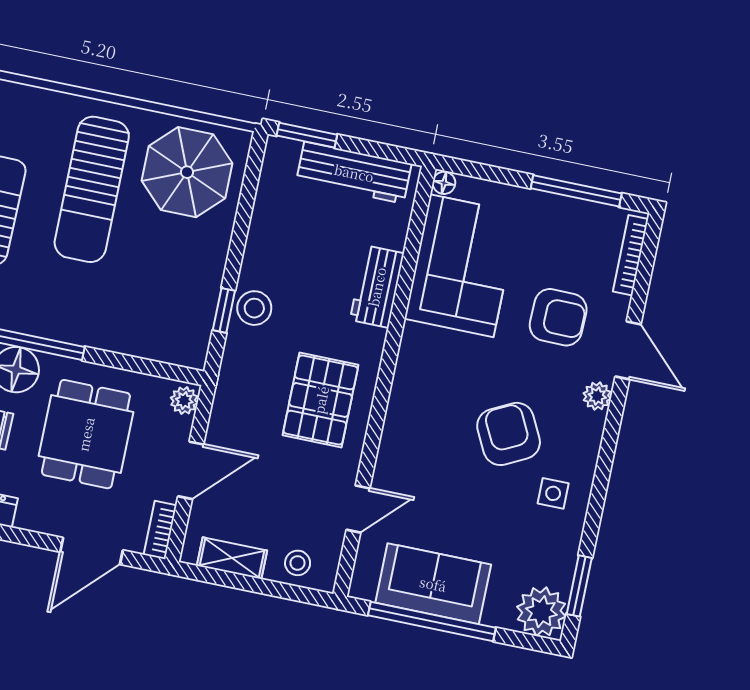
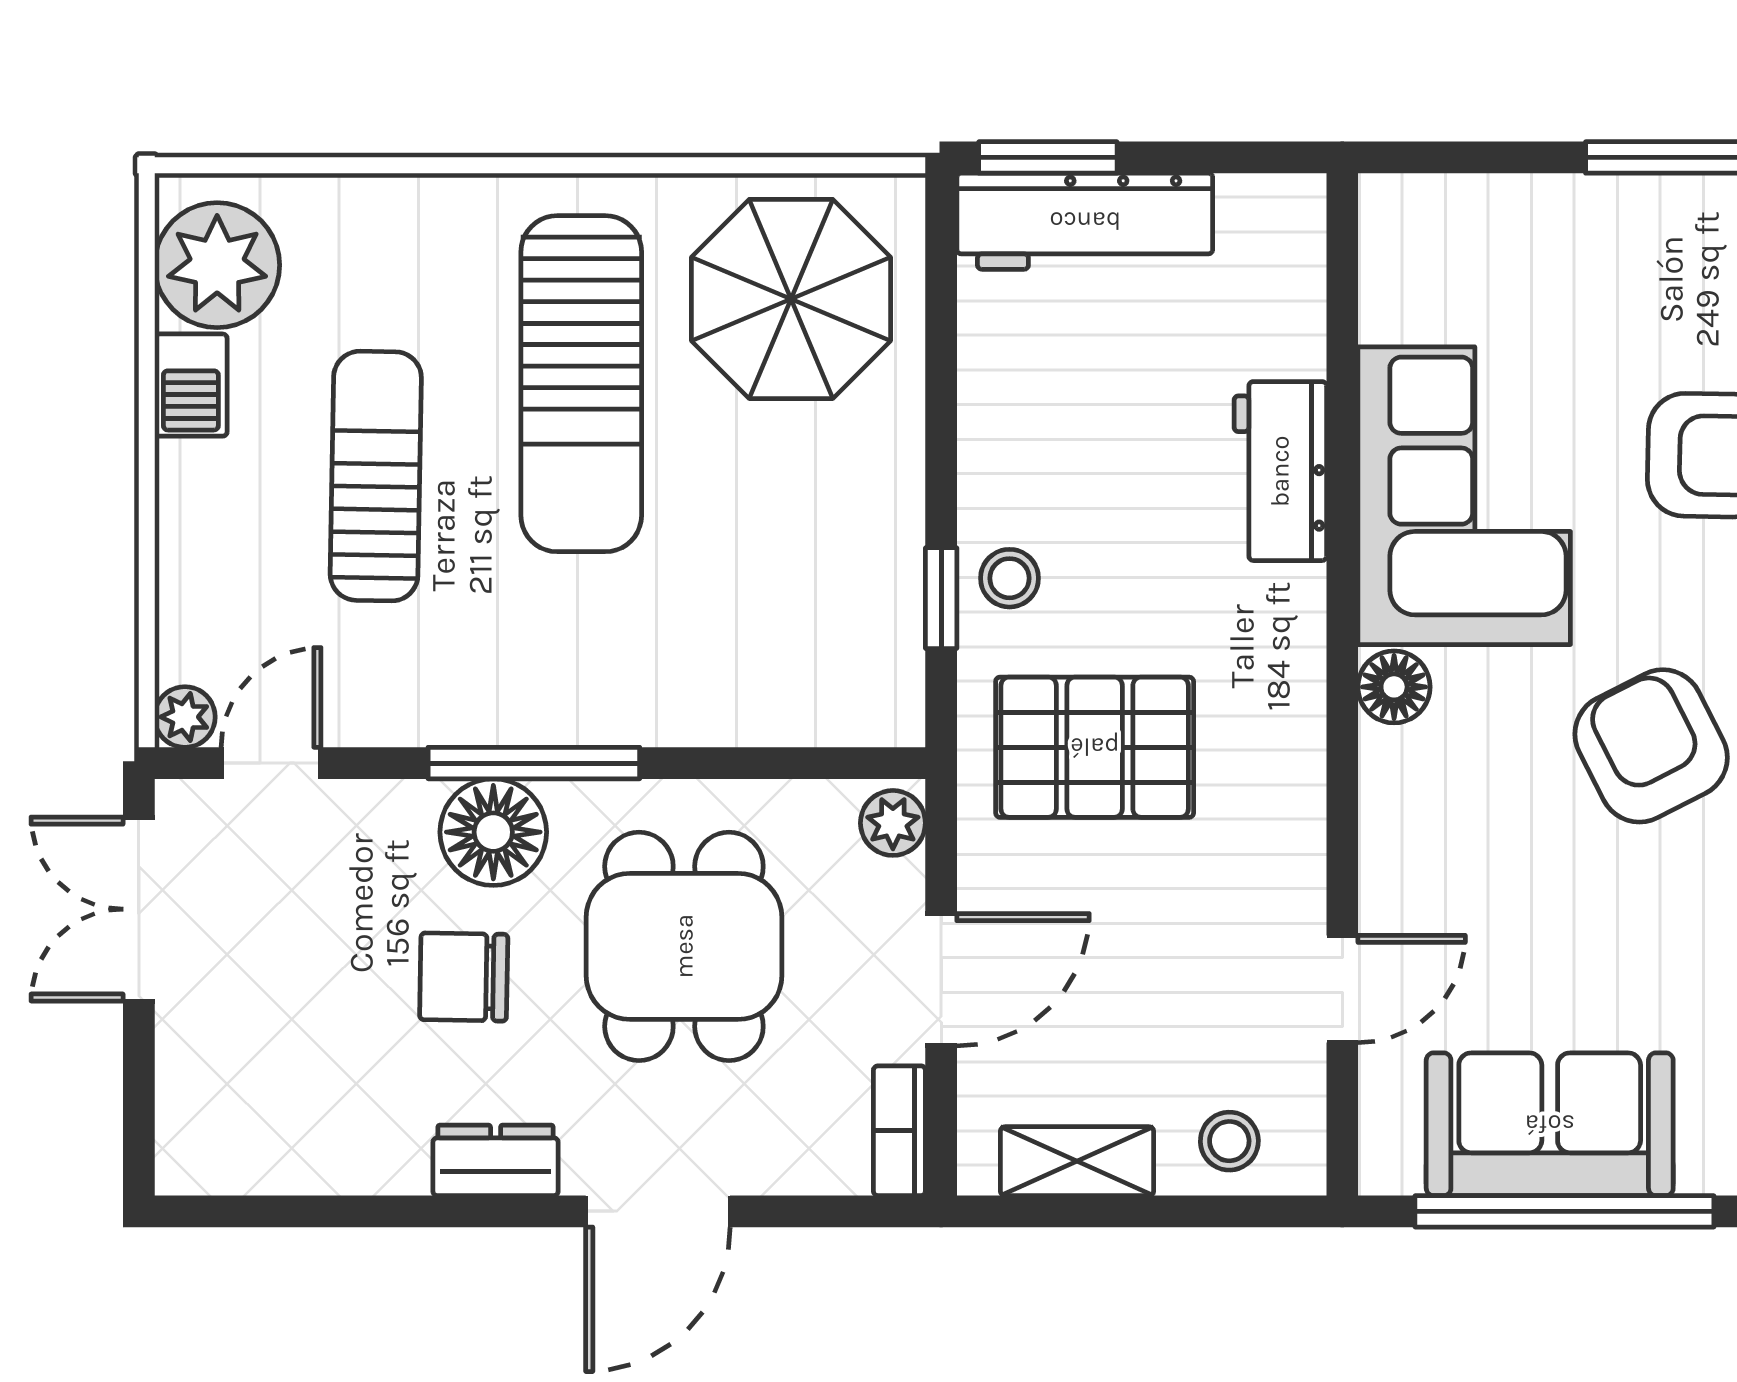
workbench: (354, 173) -> (1085, 221), moved
floor lamp: (444, 183) -> (1394, 687), moved, width x1.37, depth x1.37
corner sofa: (462, 266) -> (1464, 496), moved
stool: (254, 308) -> (1010, 578), width x0.73, depth x0.73
pallet: (321, 400) -> (1095, 747), moved, turned 90
door: (92, 551) -> (658, 1211), moved

